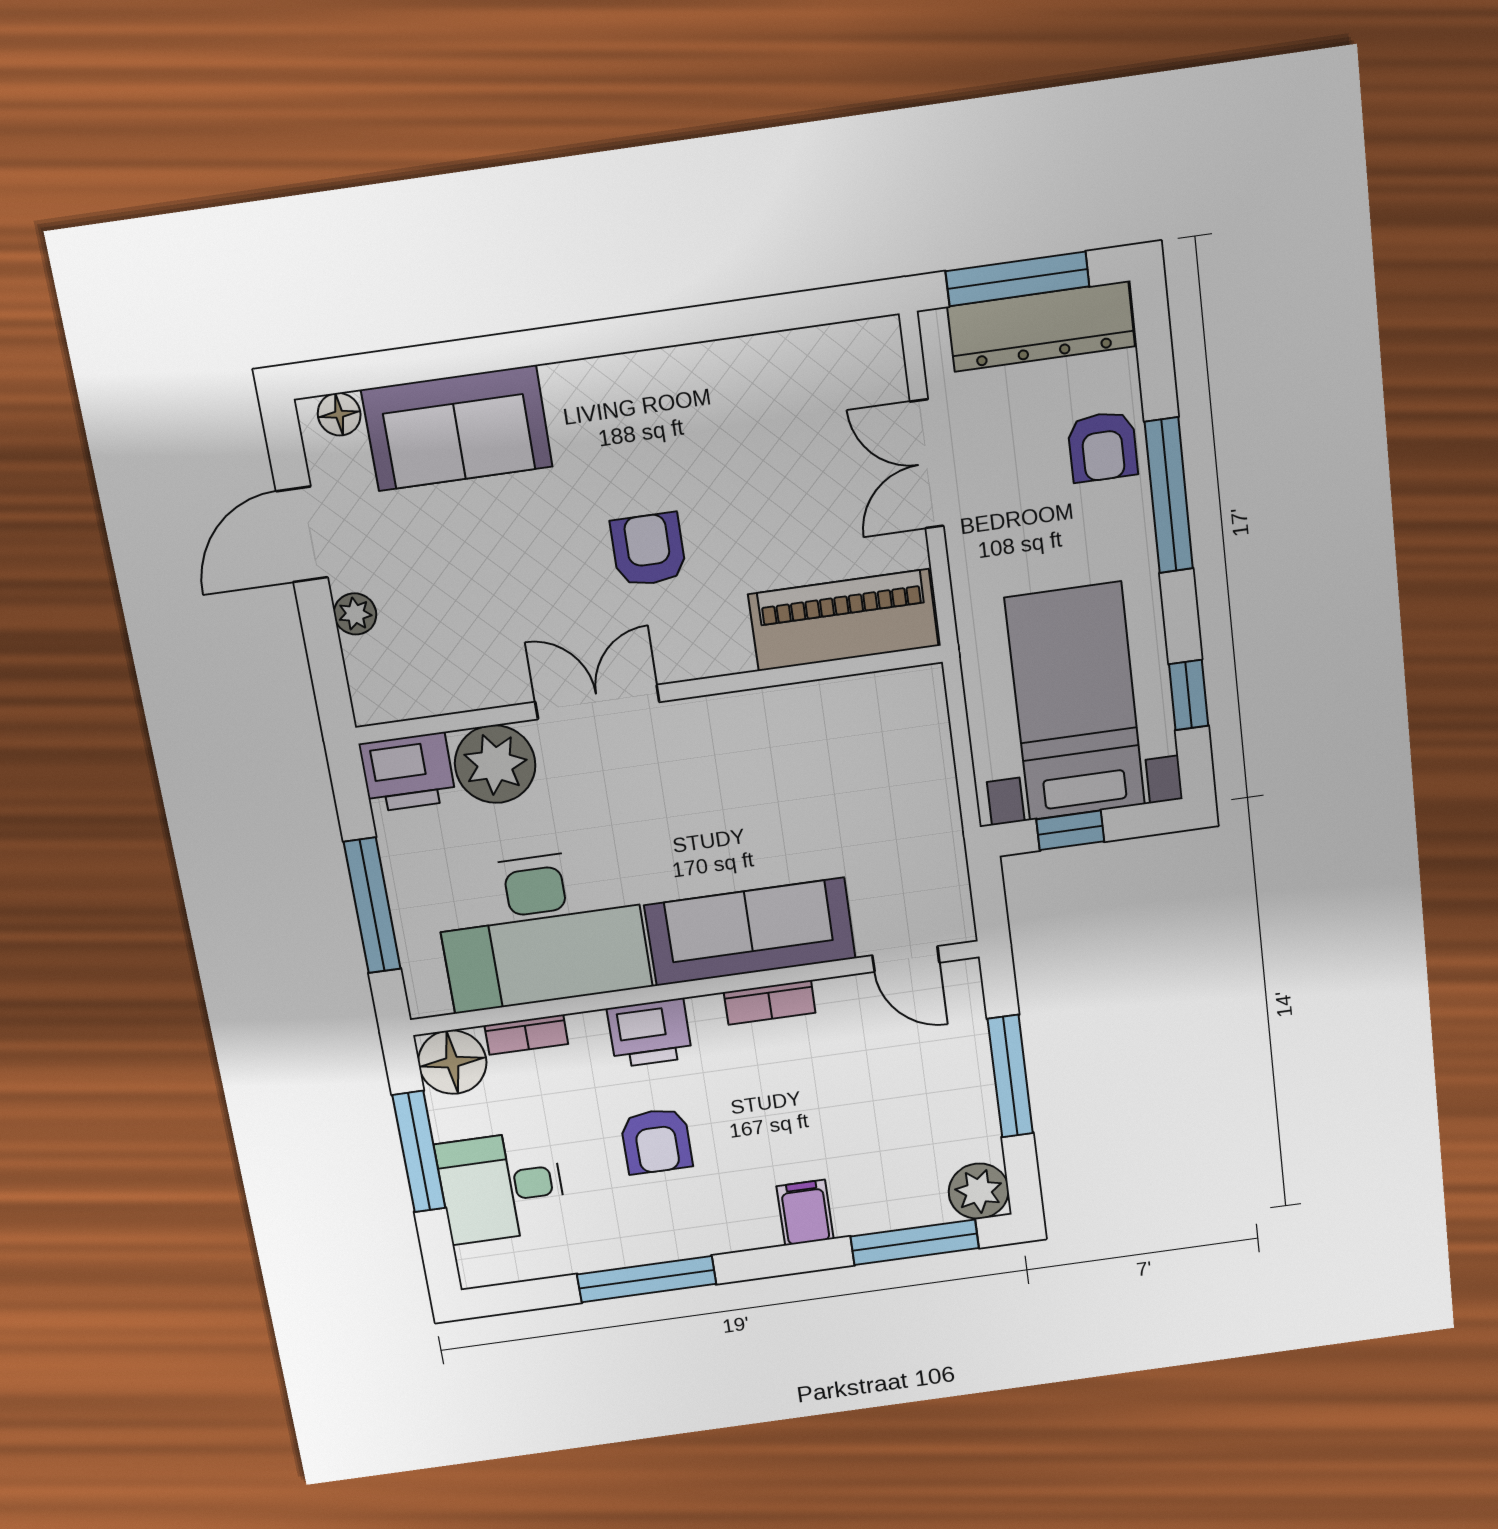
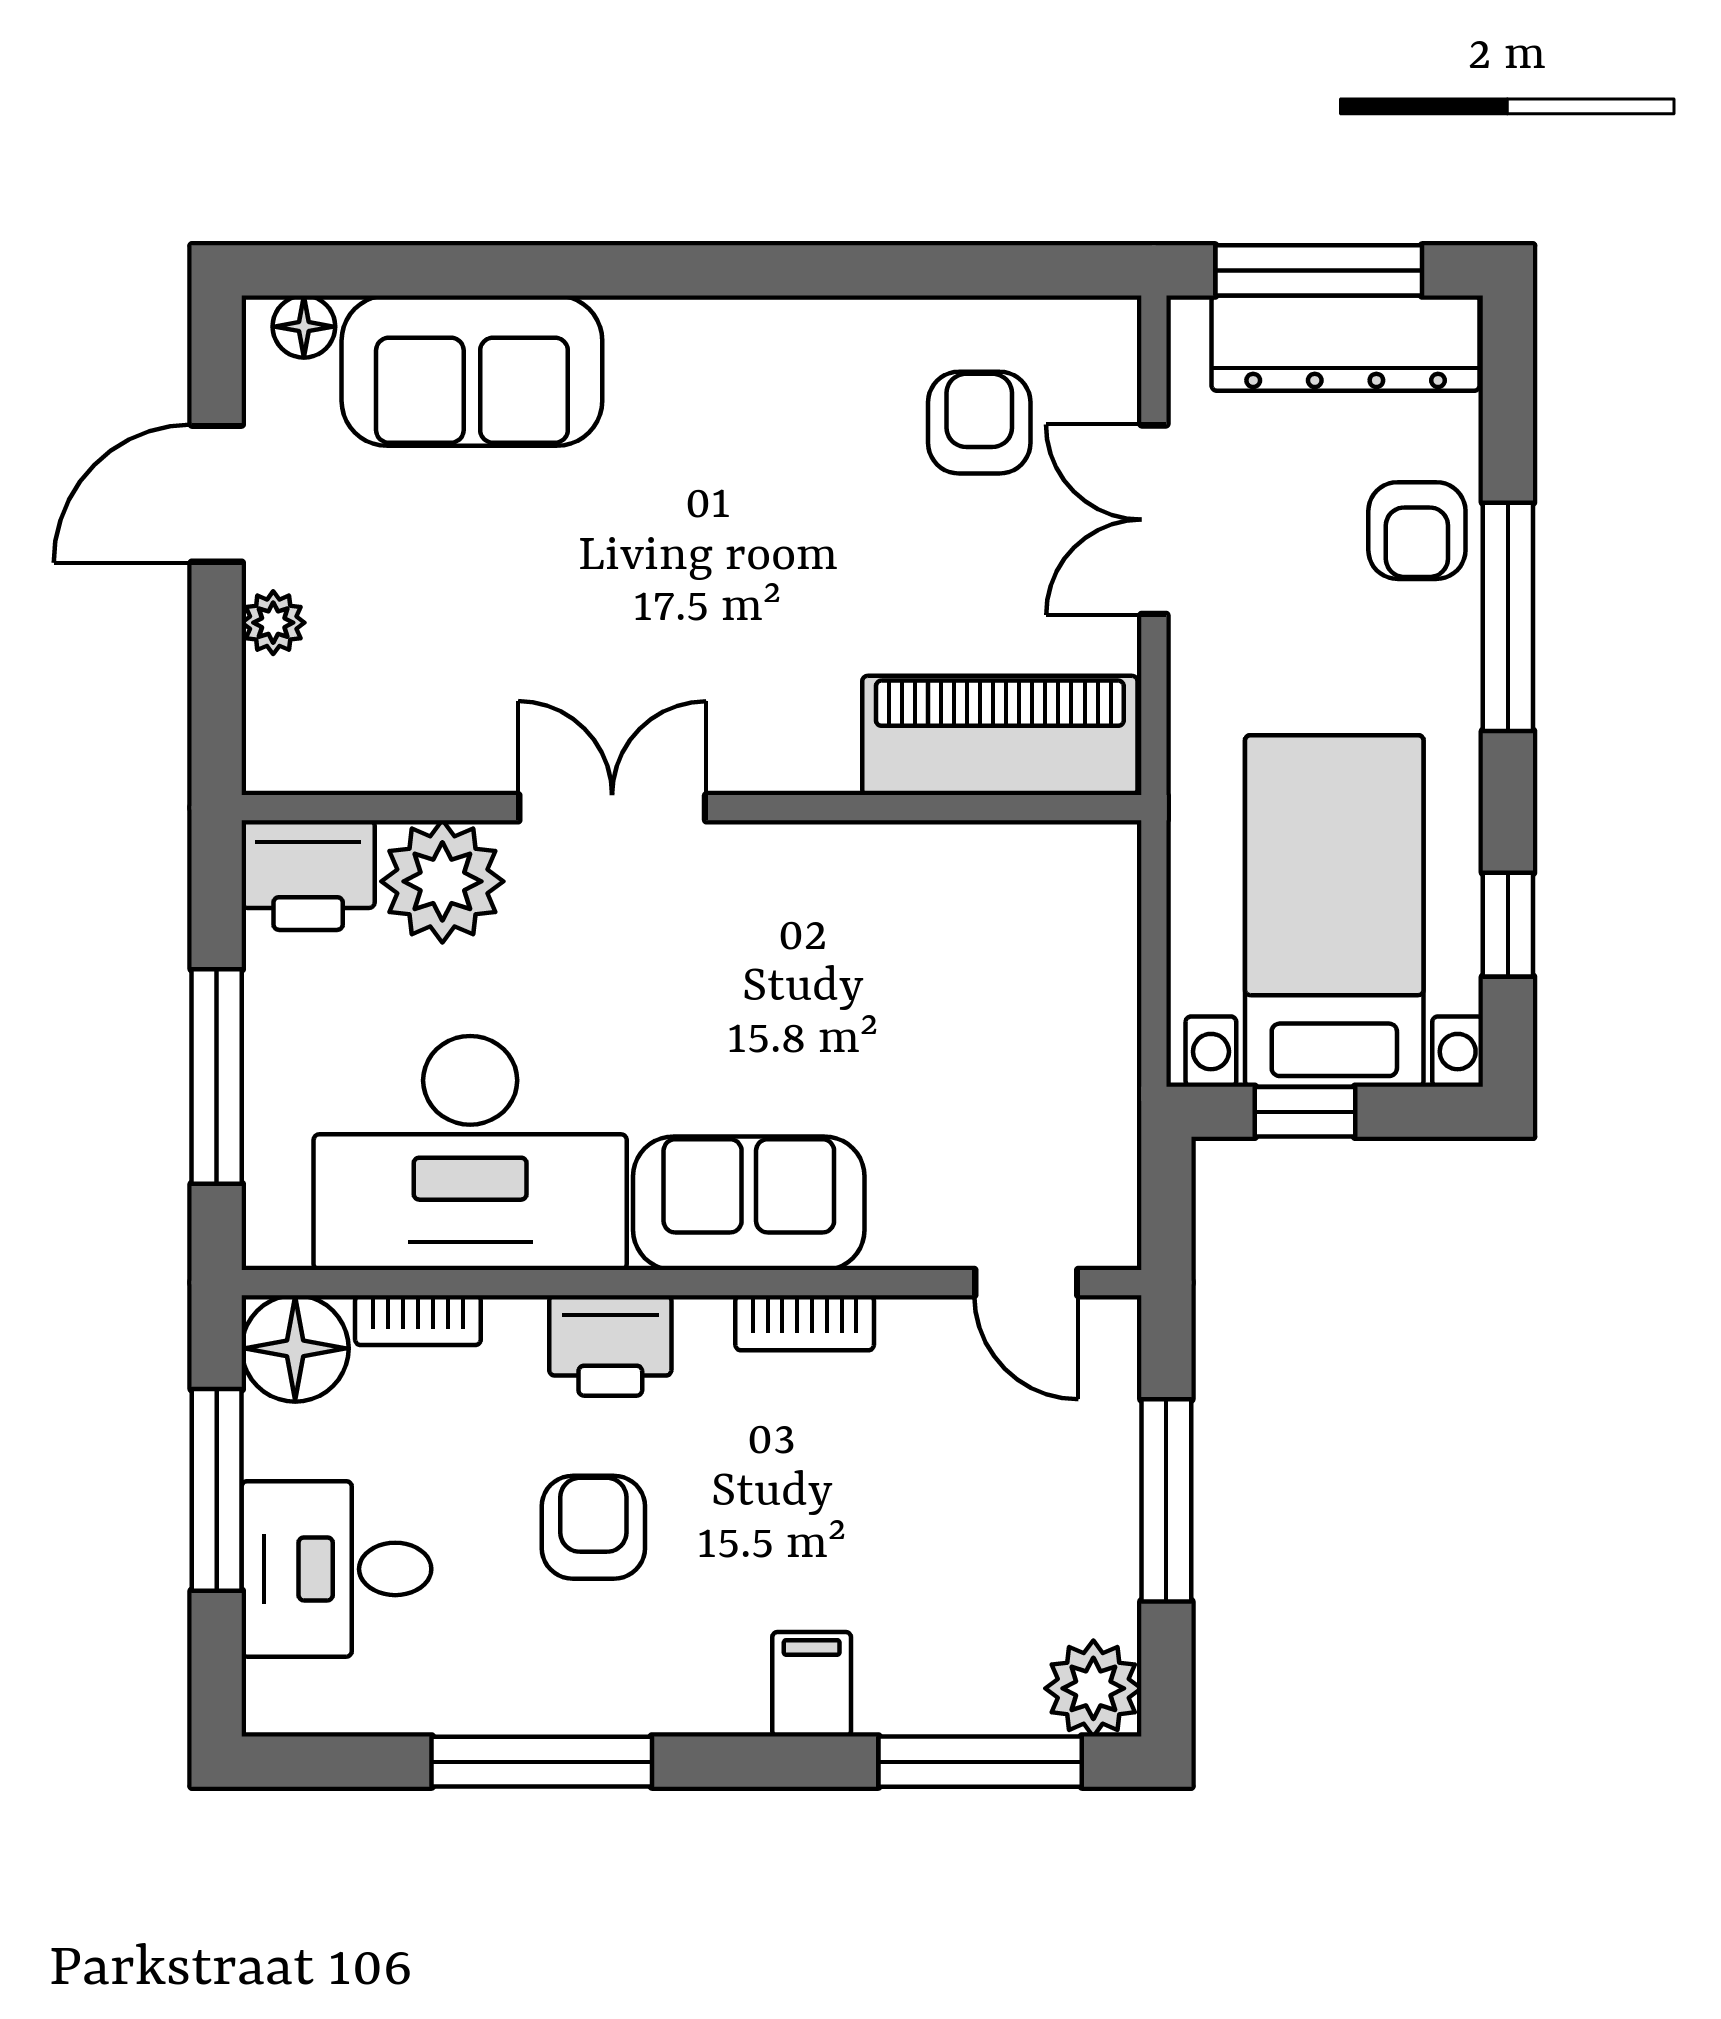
armchair: (648, 550) -> (979, 423), moved
sofa: (750, 932) -> (749, 1203), width x0.73
armchair: (656, 1141) -> (593, 1527), turned 180

